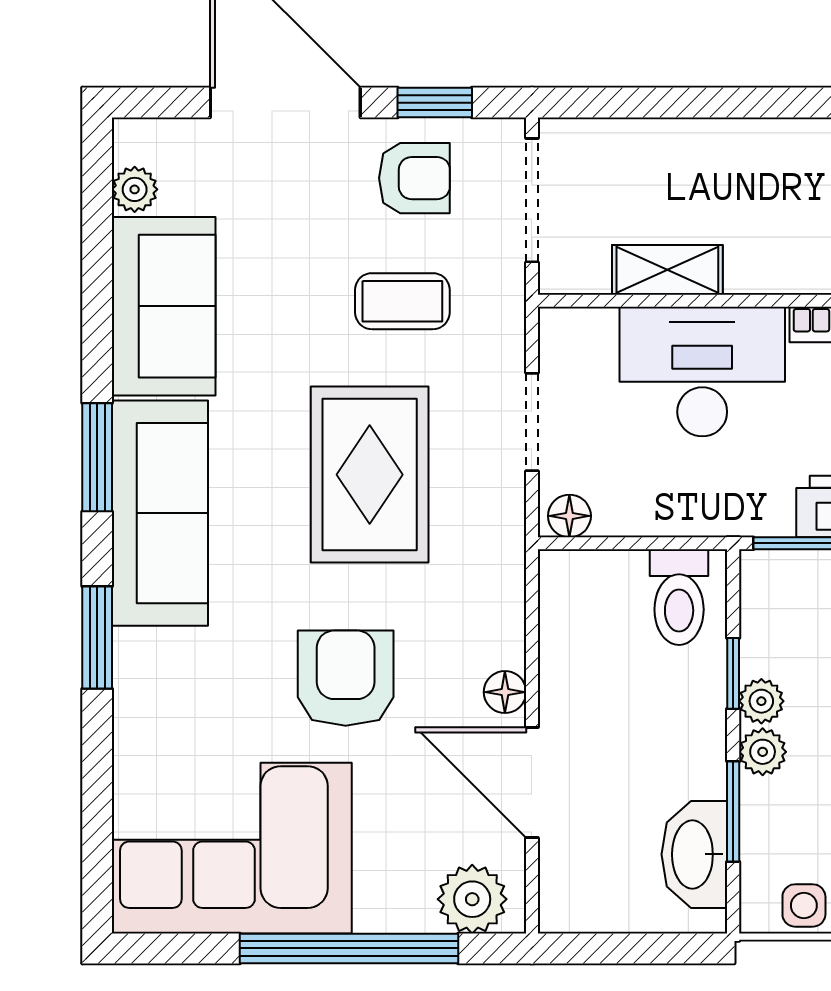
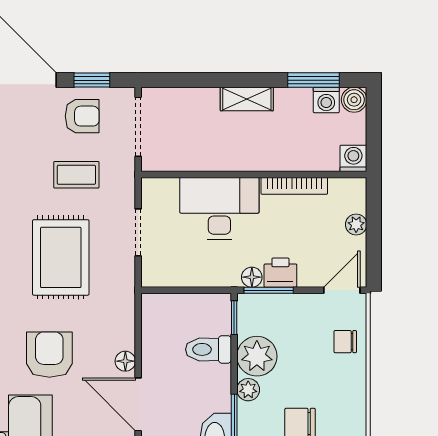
shelving: (667, 270) -> (247, 99), moved
floor lamp: (569, 516) -> (252, 277), moved
toilet: (679, 597) -> (208, 349), moved, turned 90
window: (733, 673) -> (234, 318), moved
plant: (761, 701) -> (257, 356), width x1.88, depth x1.88

